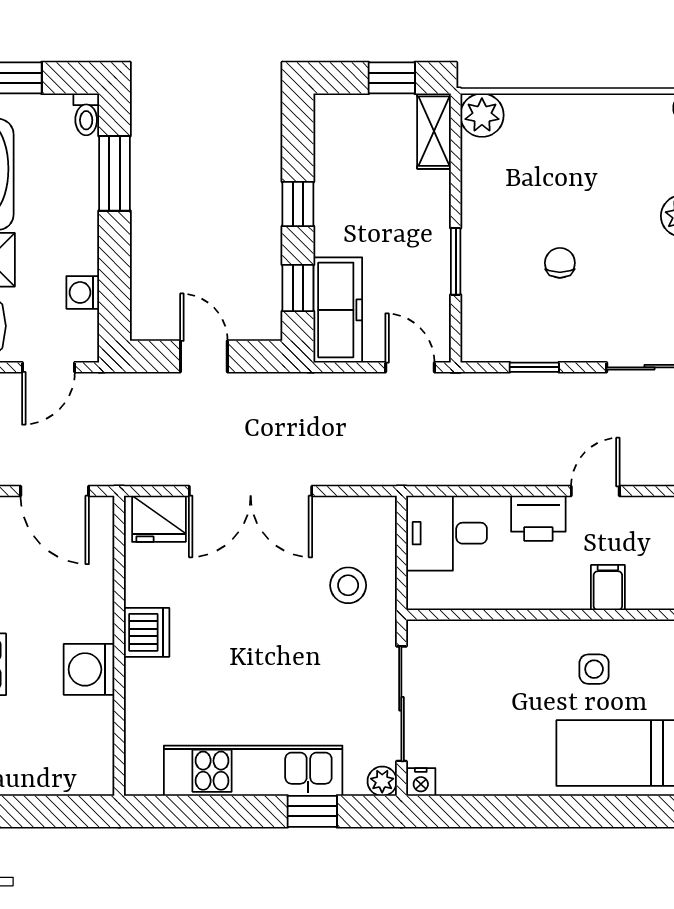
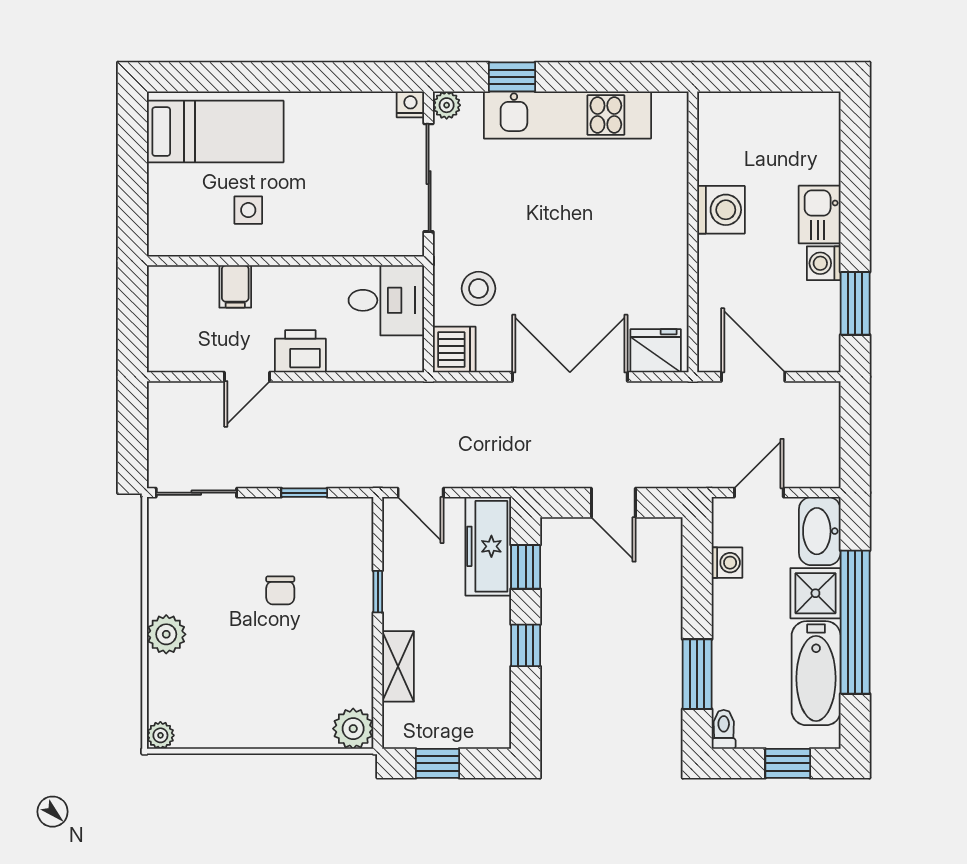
shelving: (434, 131) -> (398, 666), moved
window: (456, 261) -> (378, 592), width x0.67
desk: (447, 533) -> (386, 300), moved
dishwasher: (147, 632) -> (454, 350), moved, turned 180

